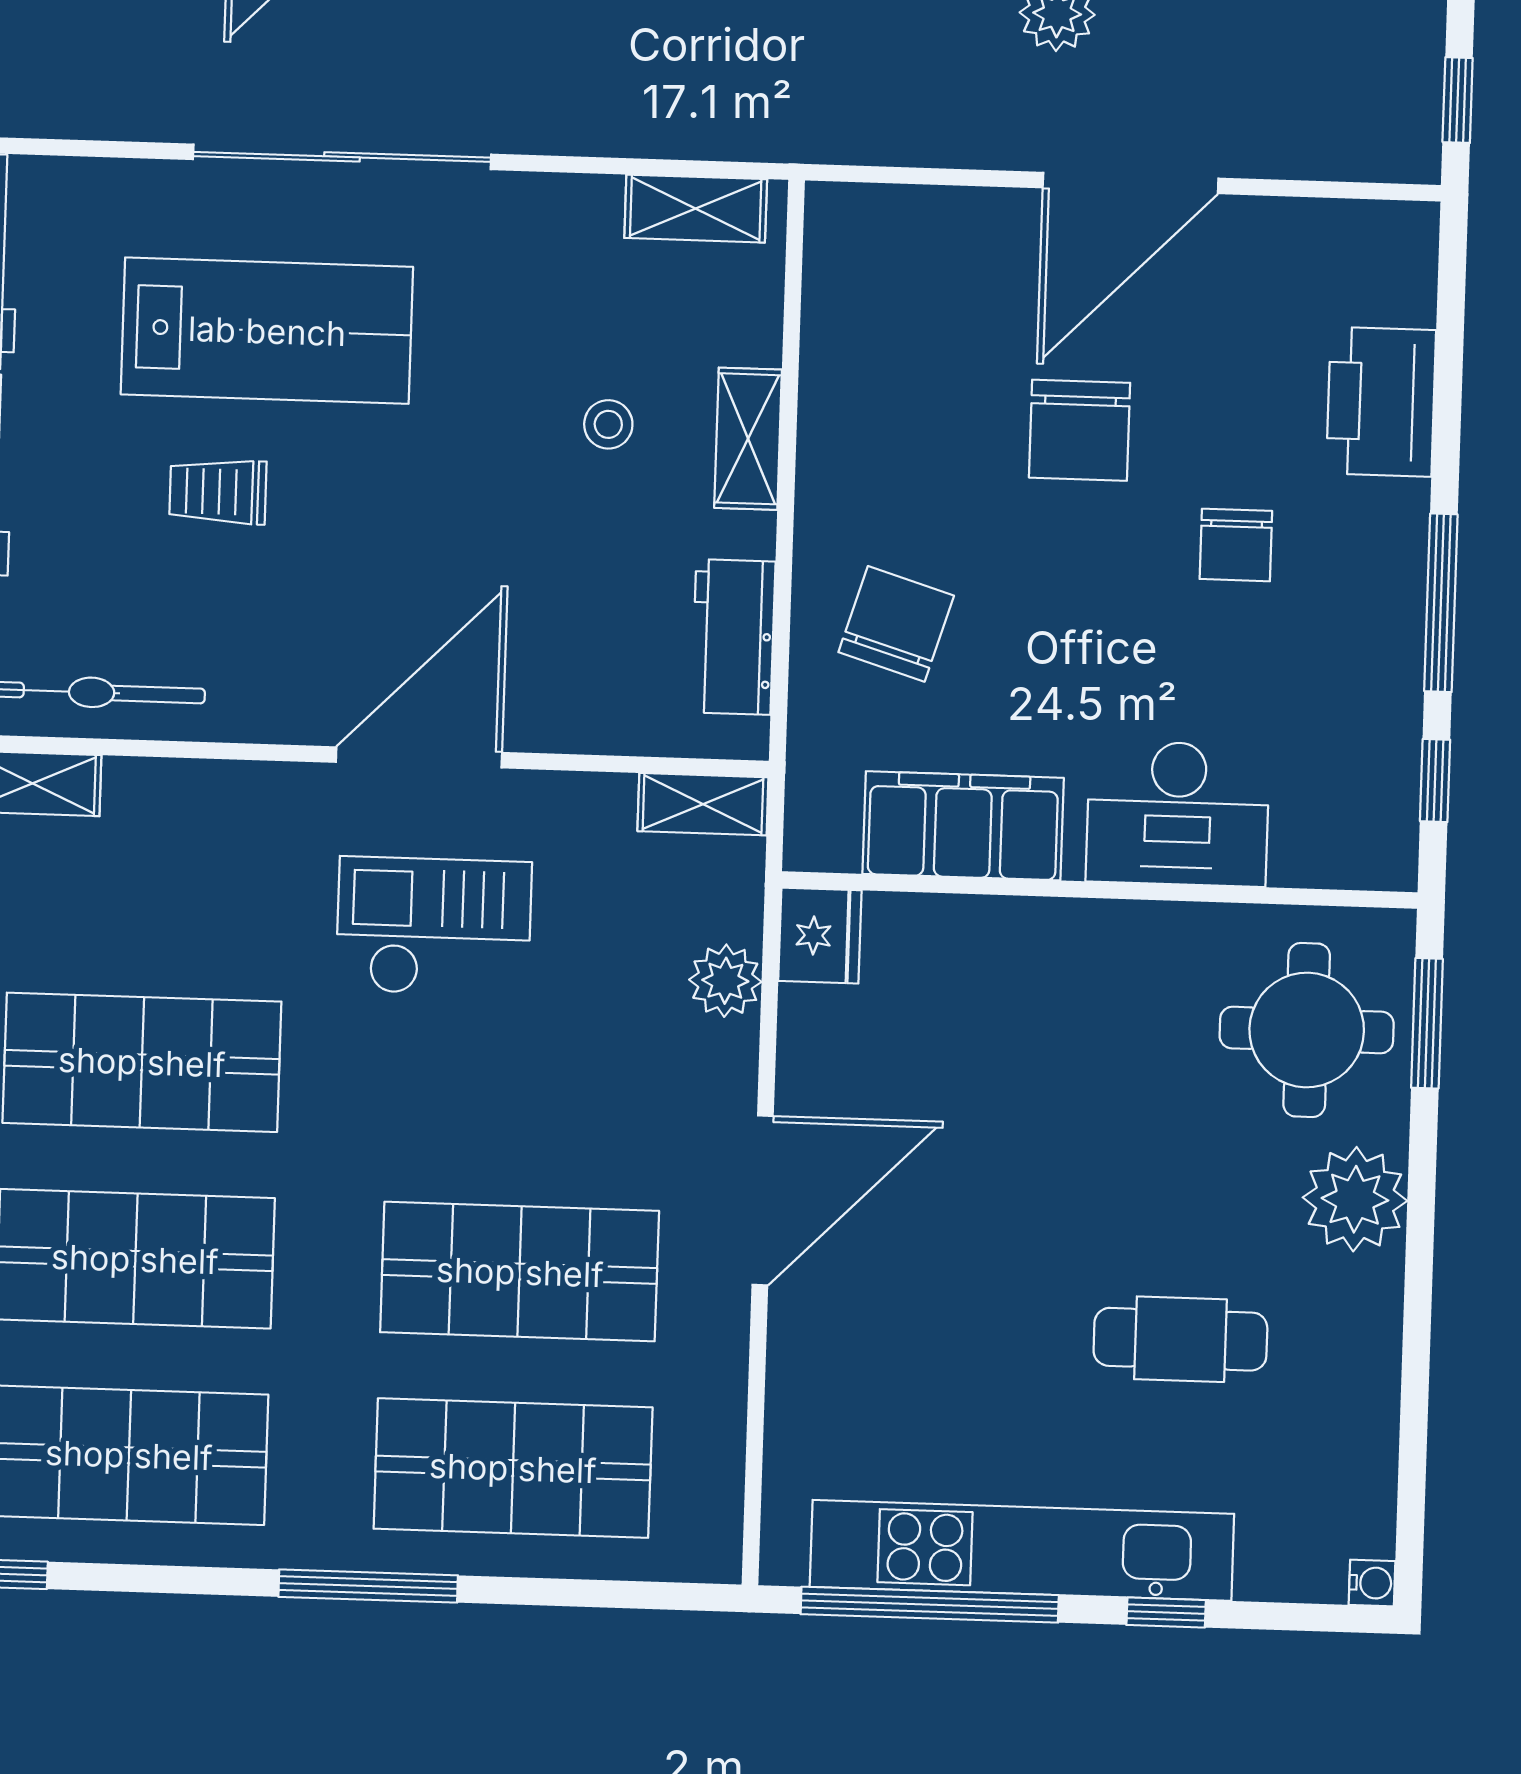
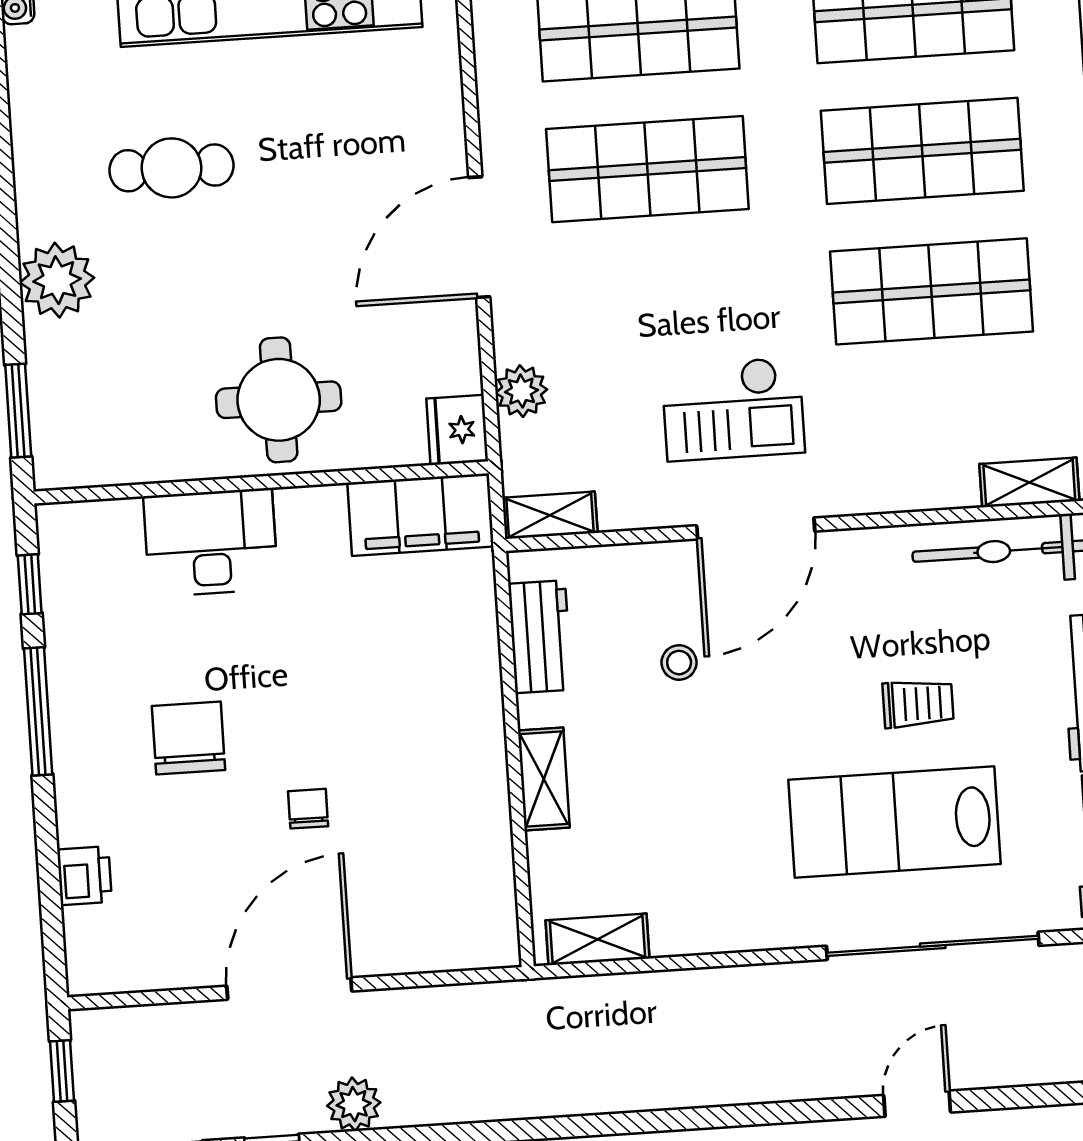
sliding door: (342, 157) -> (933, 946), moved
printer: (1381, 402) -> (85, 876), width x0.53, depth x0.68
stool: (608, 424) -> (679, 663), moved
chair: (1080, 430) -> (308, 809), width x0.54, depth x0.54
chair: (1236, 545) -> (188, 738), width x1.37, depth x1.37
chair: (896, 624) -> (425, 658), removed
filing cabinet: (963, 826) -> (421, 515), moved
round table: (1307, 1030) -> (279, 400), moved

